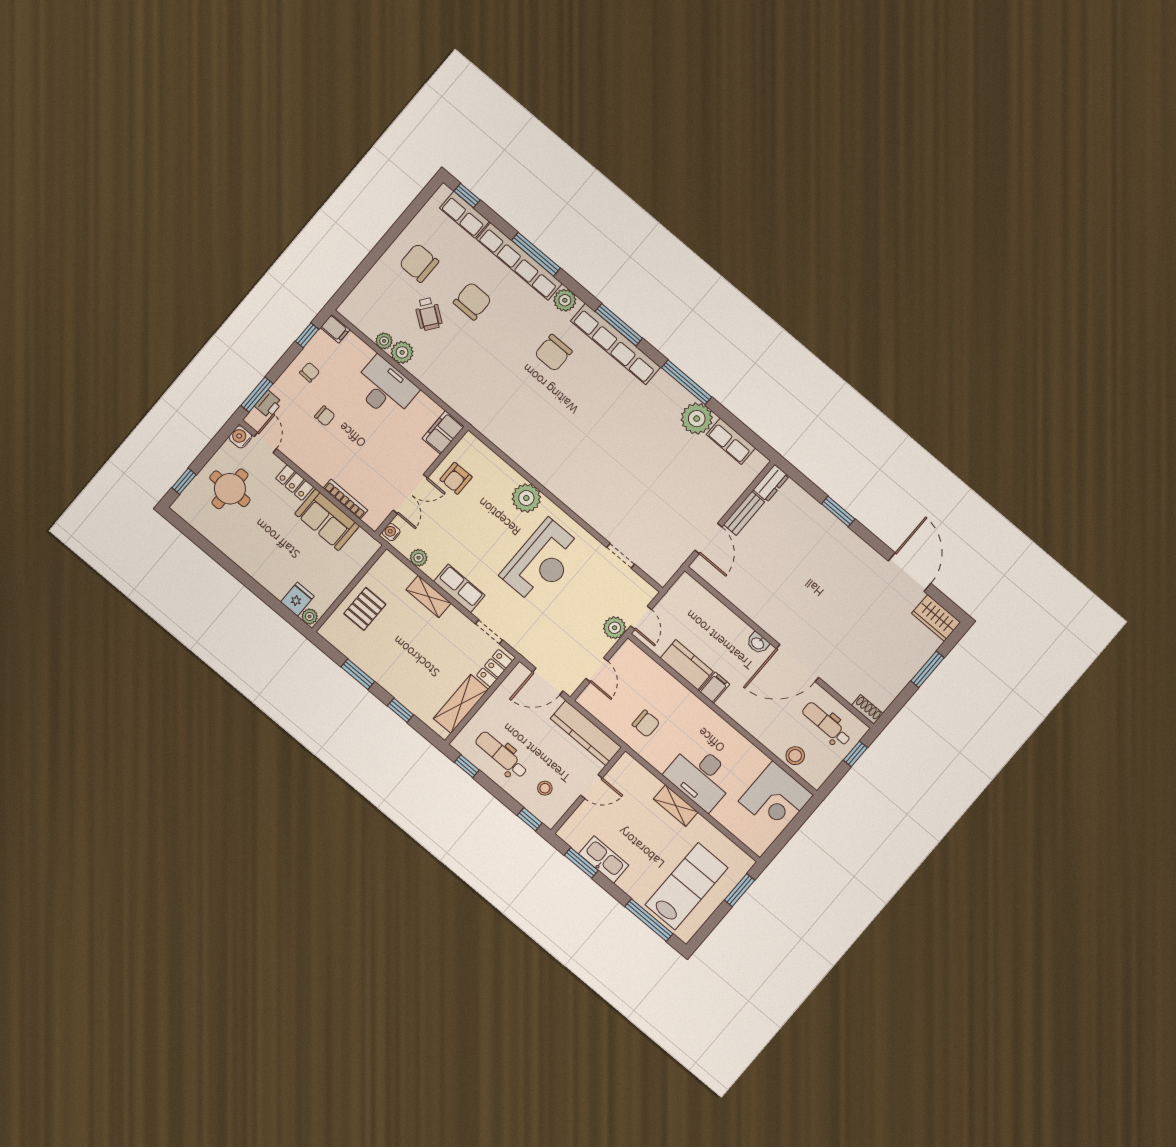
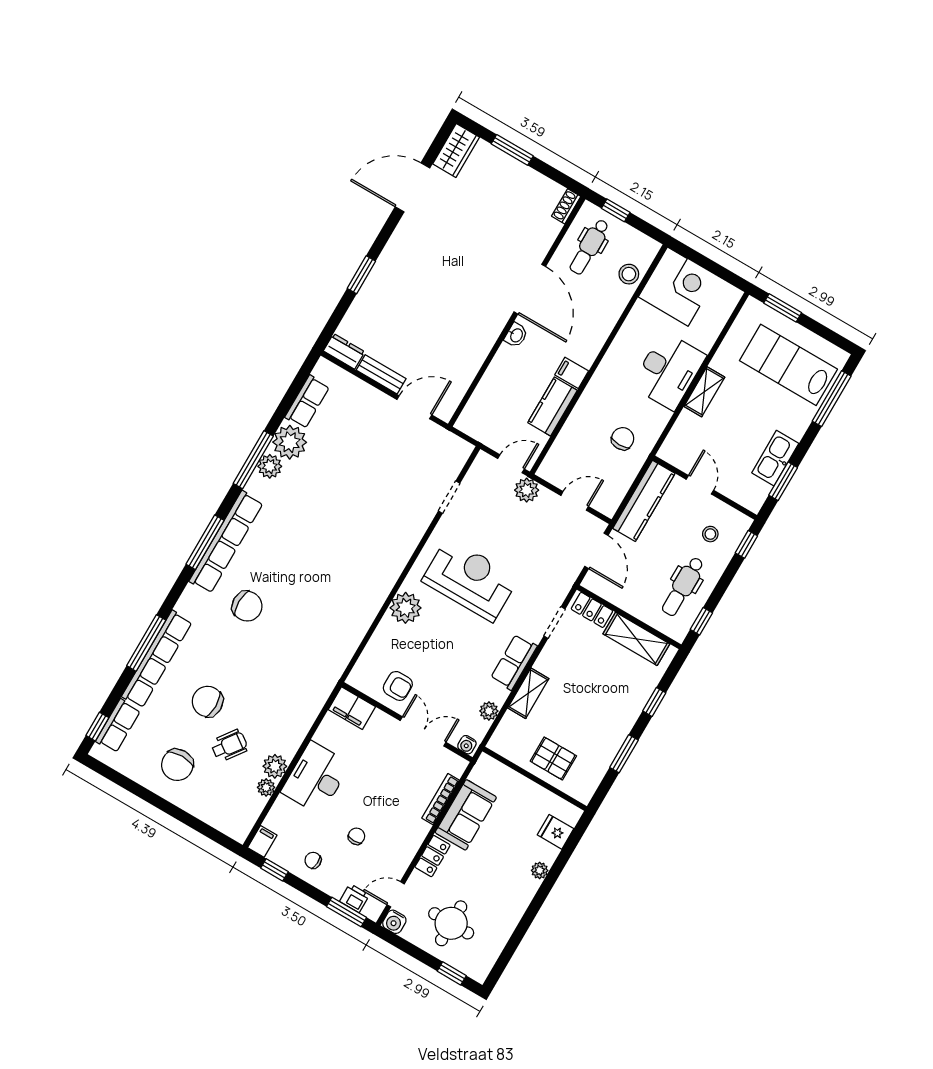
plant: (565, 300) -> (270, 466), moved
plant: (310, 617) -> (540, 870), moved

